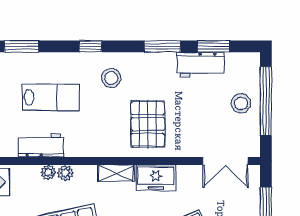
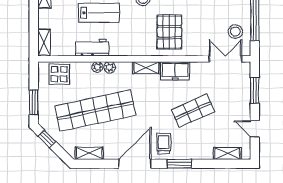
stool: (241, 103) -> (235, 32), moved
double door: (225, 161) -> (225, 59), swing flipped

